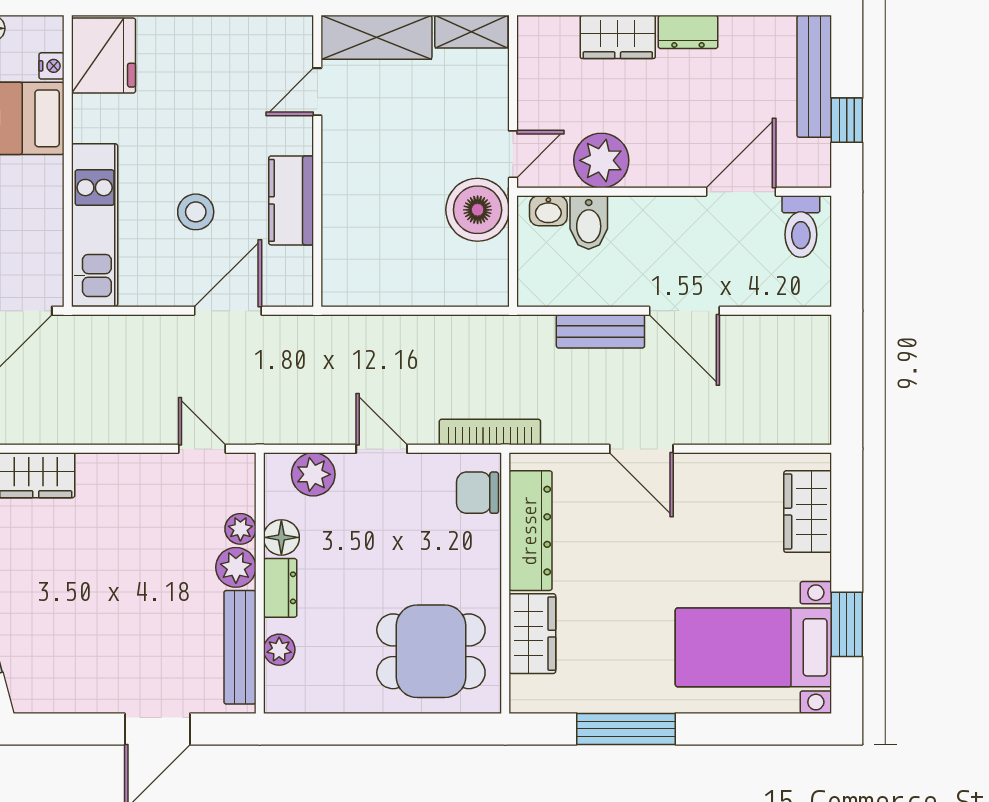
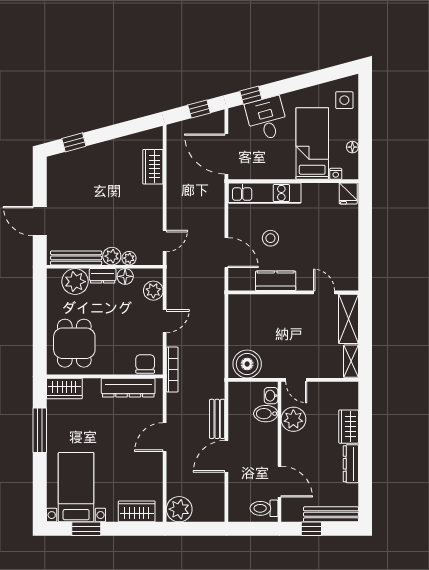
dresser: (688, 32) -> (351, 464), width x1.44
fridge: (104, 56) -> (348, 193), width x0.53, depth x0.75
boiler: (478, 210) -> (247, 364), moved
plant: (803, 416) -> (179, 509), added
wardrobe: (532, 634) -> (64, 388), moved
plant: (279, 650) -> (75, 282), width x1.87, depth x1.87

